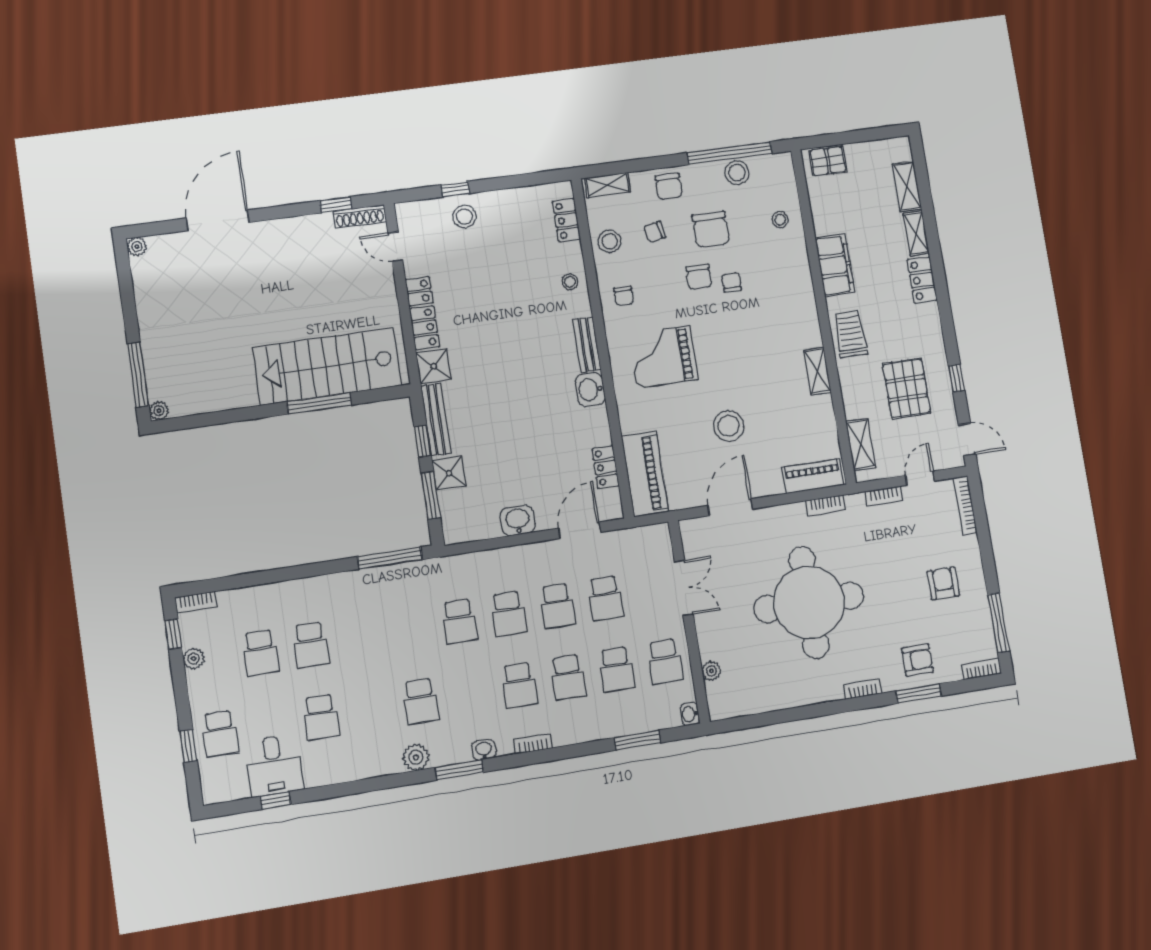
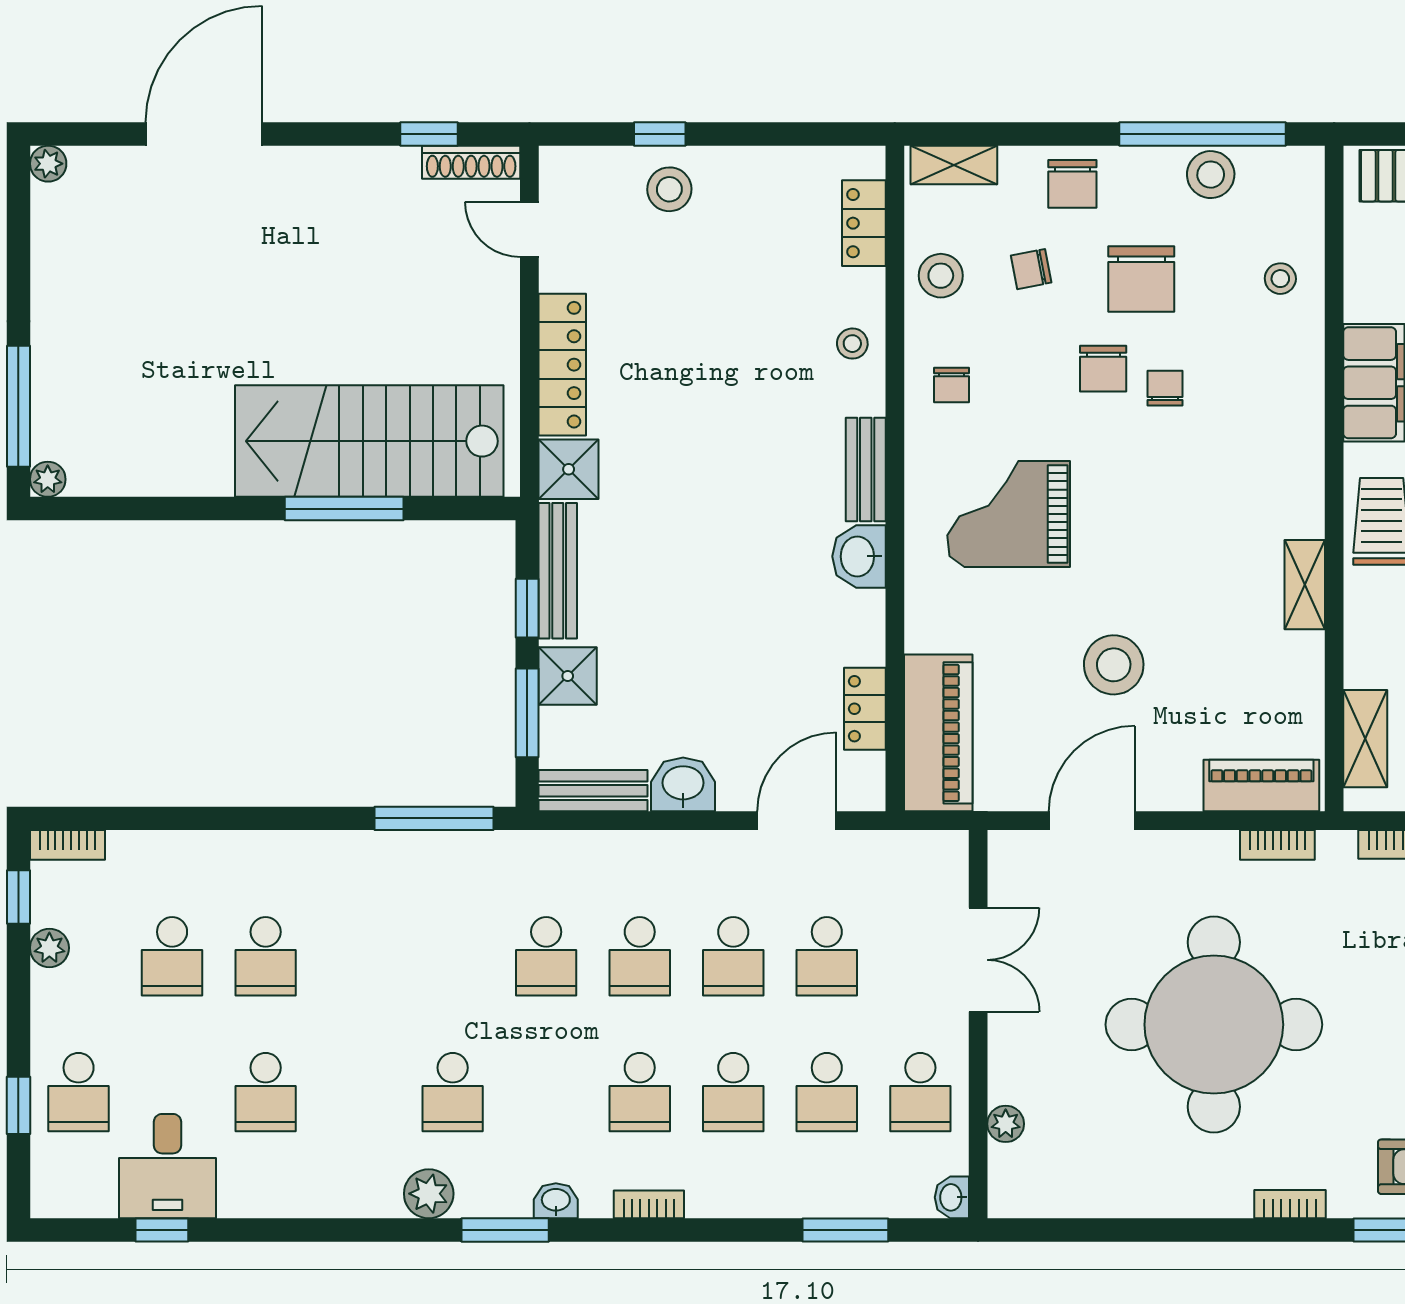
bench: (471, 531) -> (593, 791), added

